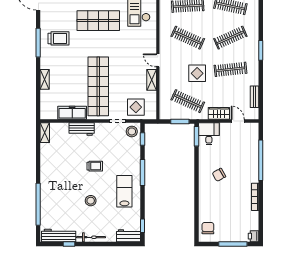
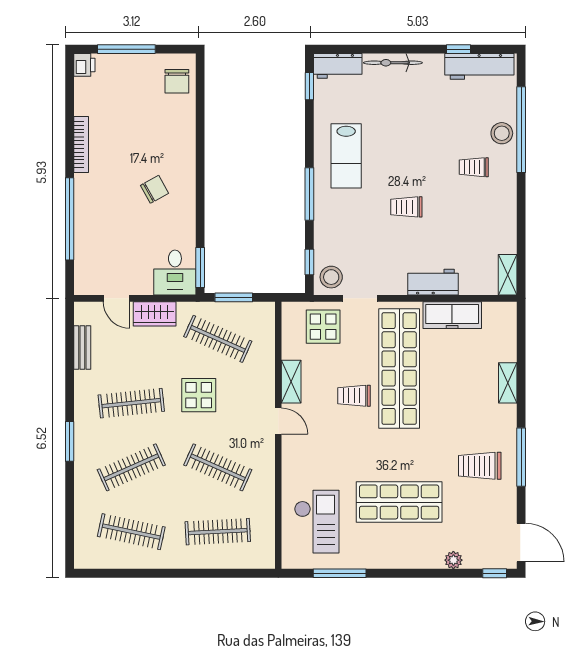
trolley: (121, 73) -> (354, 396), added
trolley: (61, 186) -> (474, 167), added
stool: (91, 201) -> (502, 133), moved
bicycle: (91, 237) -> (393, 63), moved

